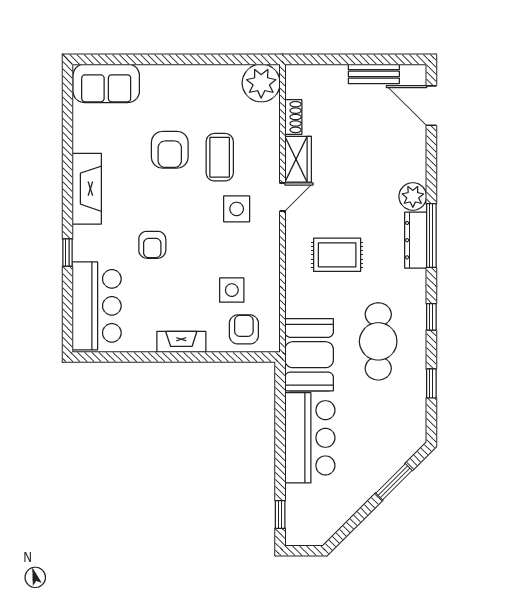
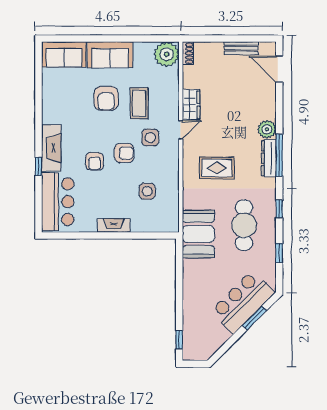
sofa: (176, 84) -> (110, 55), added
shoe rack: (293, 117) -> (188, 53), moved
fireplace: (87, 189) -> (51, 148), moved
armchair: (244, 329) -> (124, 153), moved, turned 90
bar counter: (310, 438) -> (243, 302), moved, turned -135

